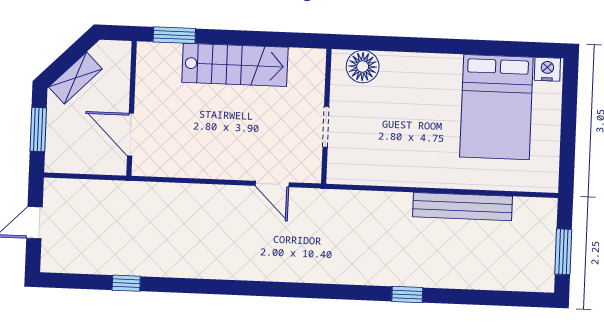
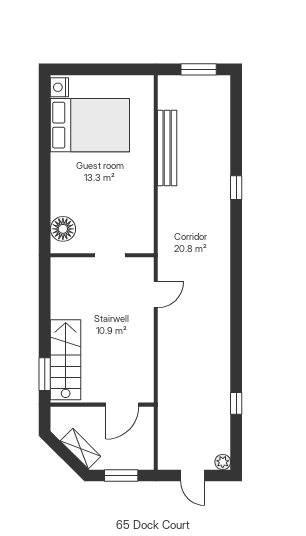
stairs: (235, 65) -> (66, 360), moved
plant: (51, 263) -> (223, 462), added

